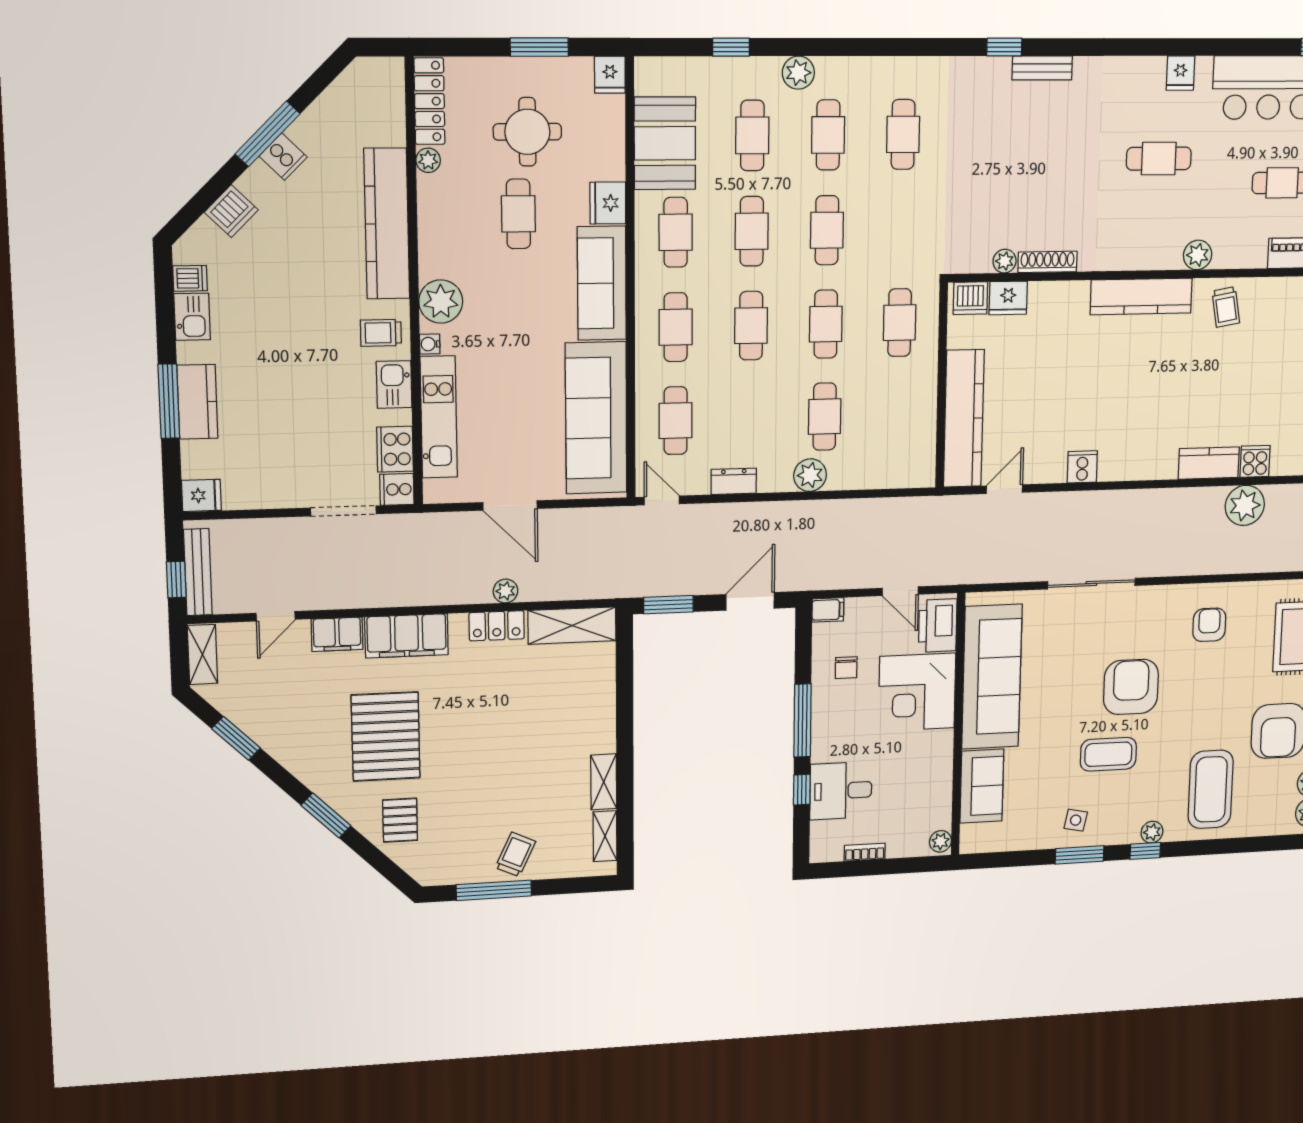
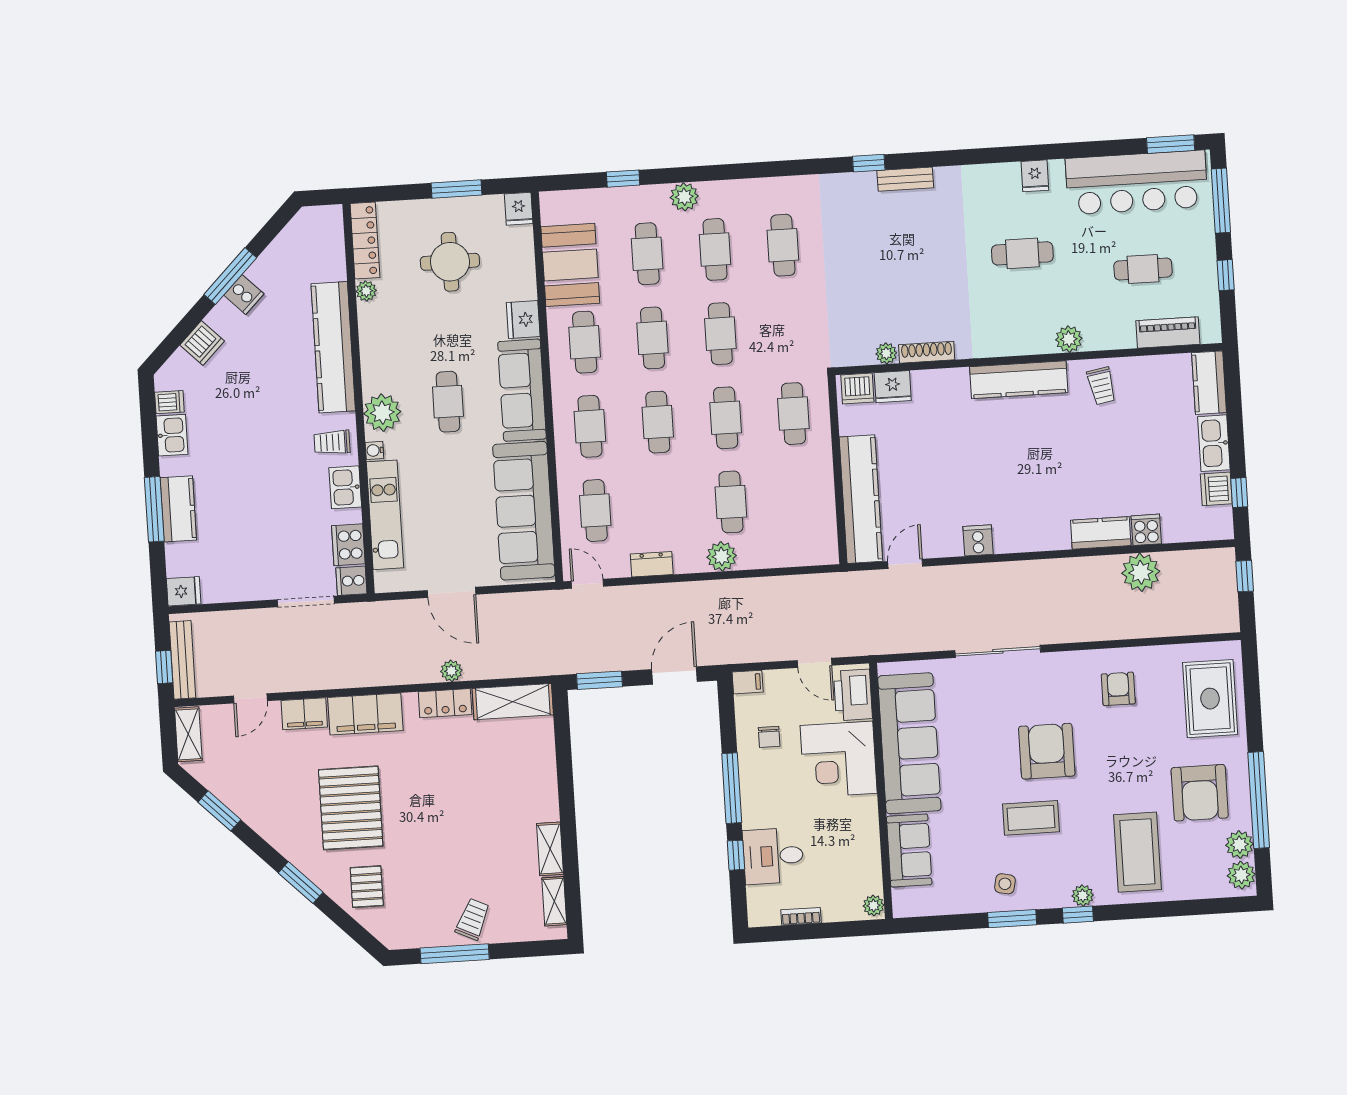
cafe table: (518, 214) -> (448, 402), moved

